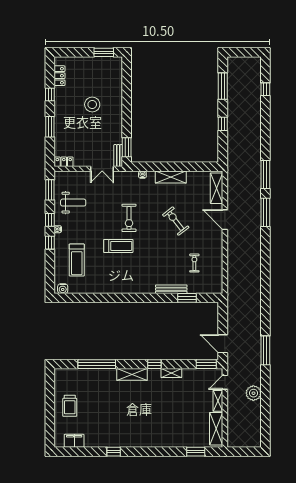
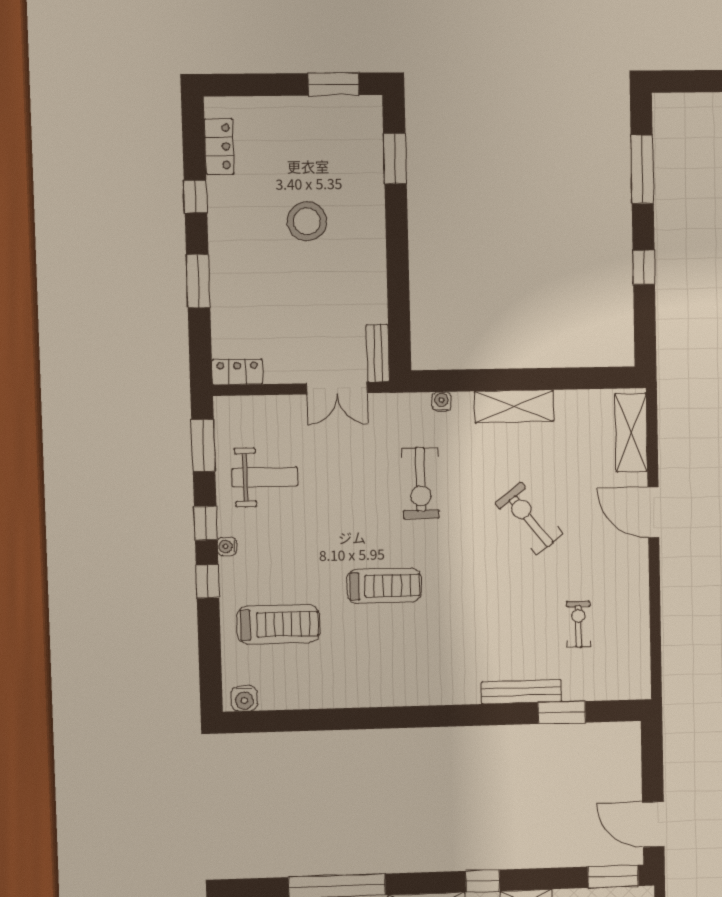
window: (127, 147) -> (395, 158), moved
exercise bike: (129, 218) -> (421, 483), moved
treadmill: (77, 260) -> (278, 624), turned -90

